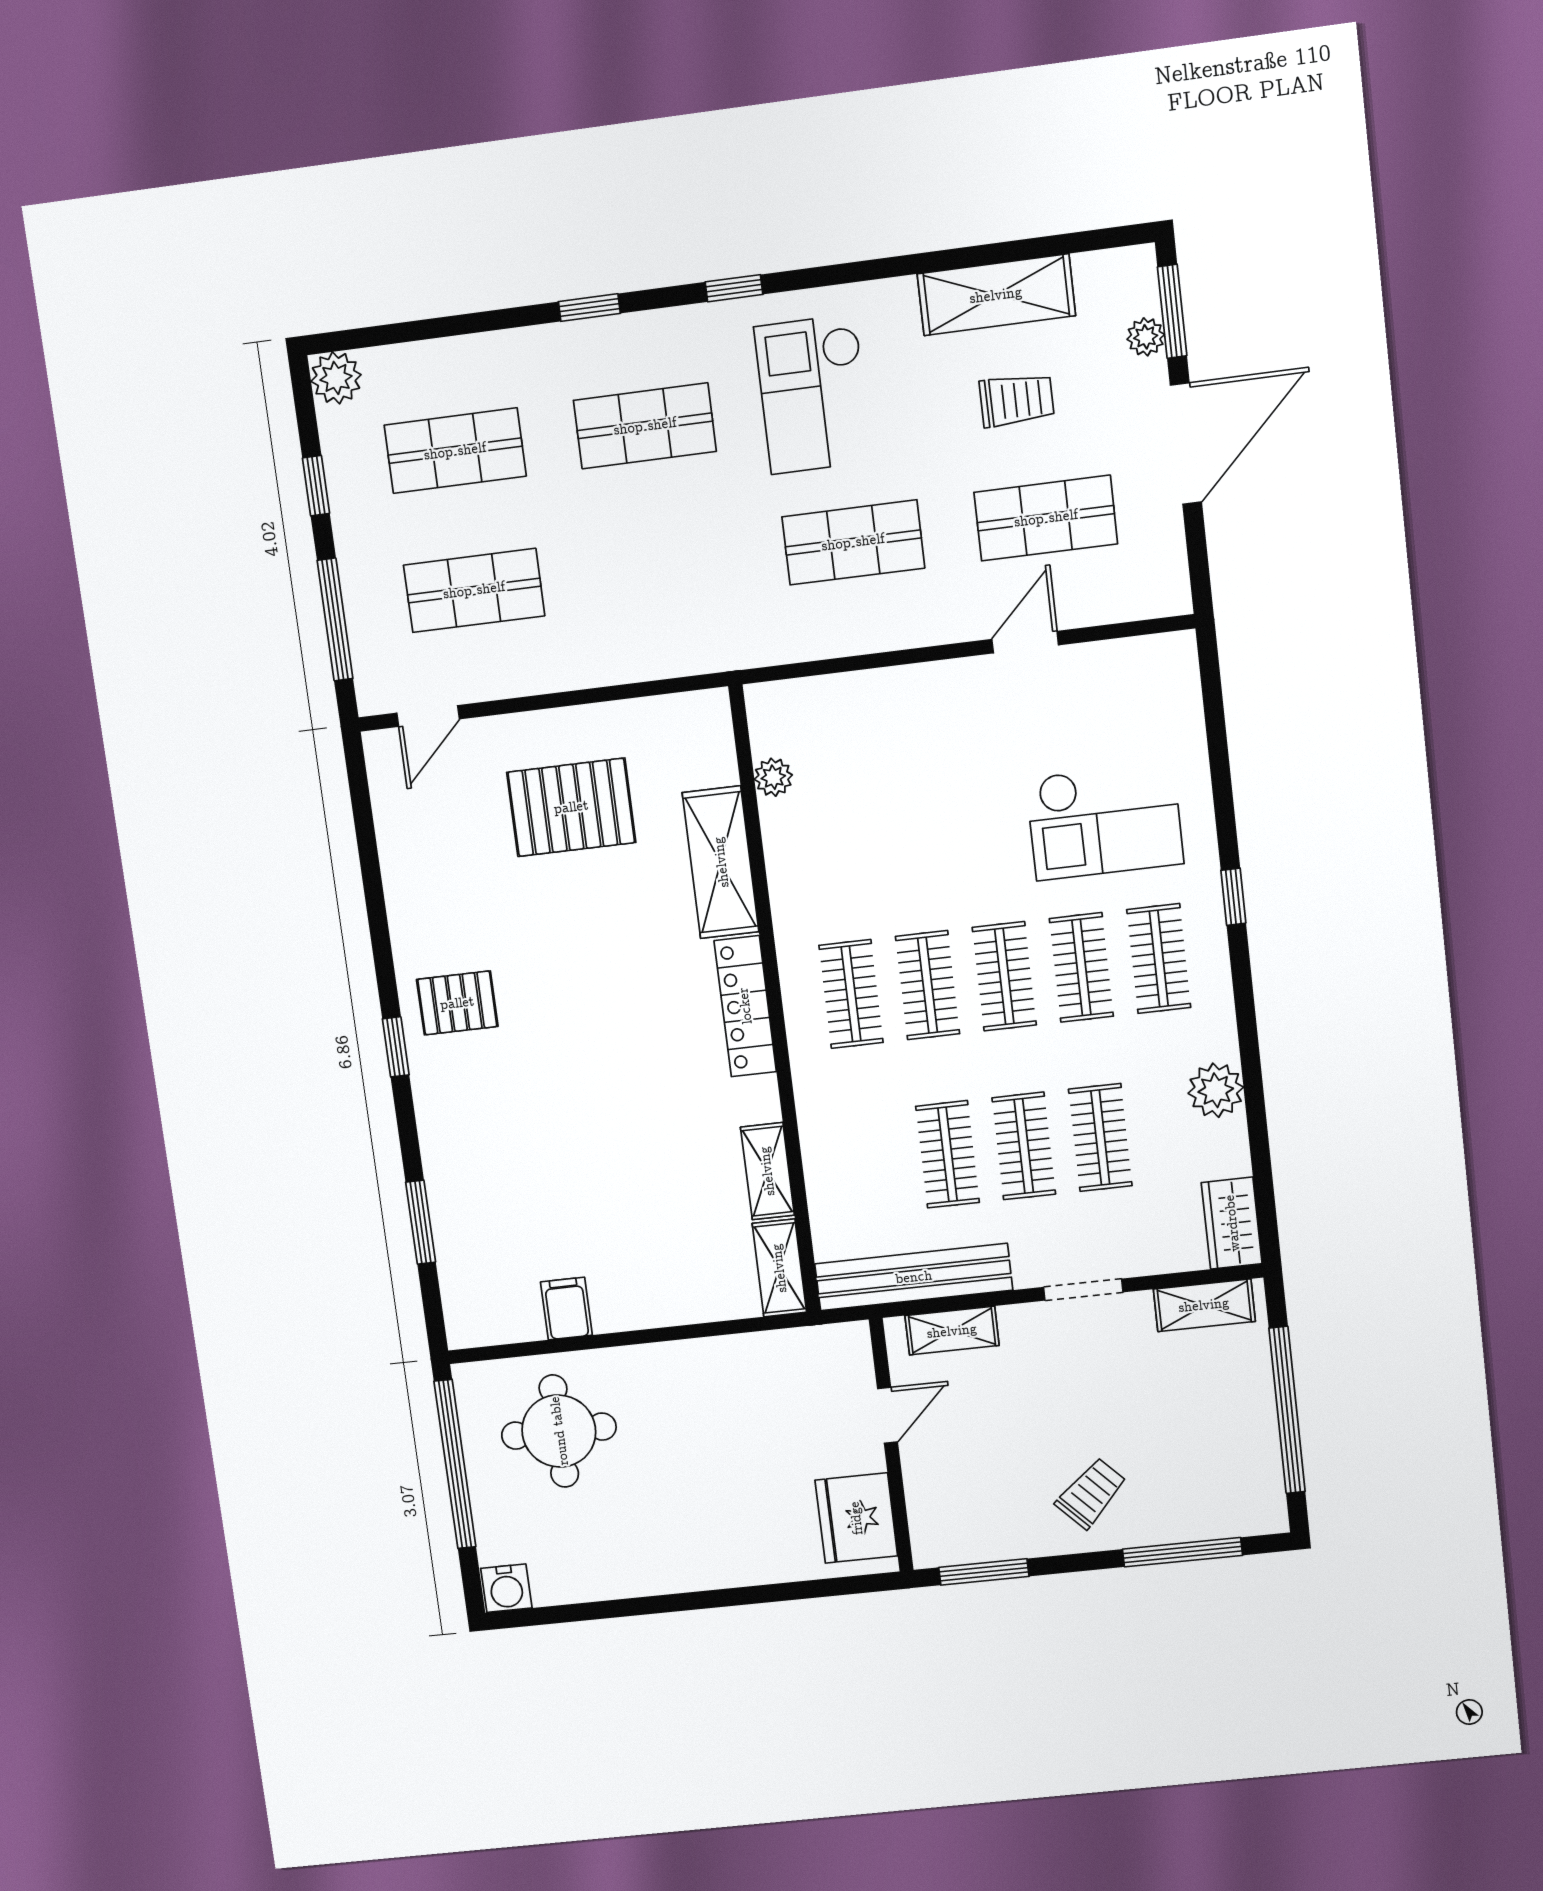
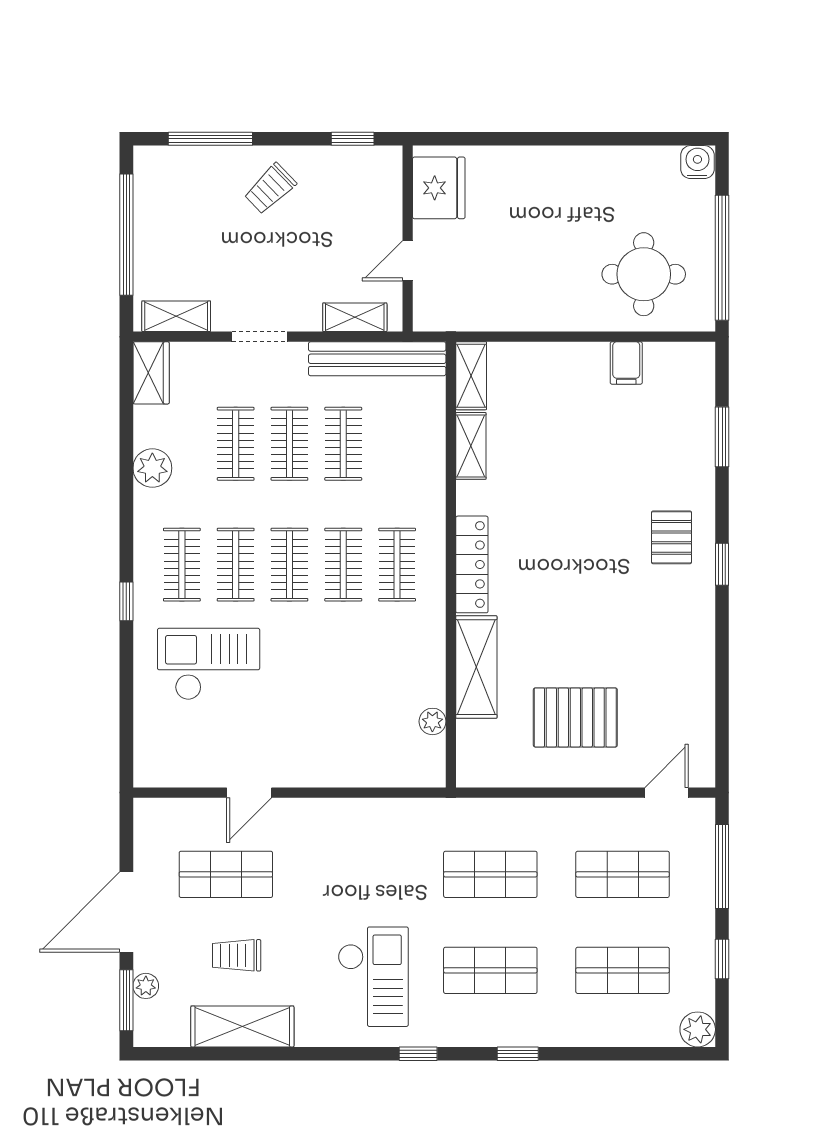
shop shelf: (853, 542) -> (490, 874), moved
pallet: (457, 1003) -> (671, 537), moved, turned 90
window: (984, 1572) -> (353, 139), width x0.67

